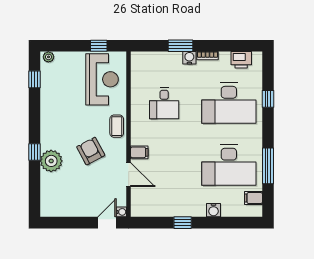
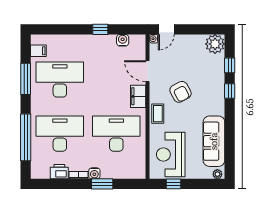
printer: (241, 60) -> (59, 172), moved
window: (34, 79) -> (230, 65), moved
sofa: (52, 95) -> (214, 141), added
window: (268, 99) -> (26, 137), width x3.17
desk: (164, 103) -> (116, 134), width x1.87, depth x1.30
filing cabinet: (139, 152) -> (138, 96), width x2.00
plant: (51, 161) -> (215, 44), moved
water cooler: (213, 210) -> (123, 40), moved

